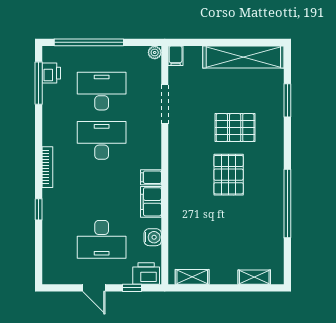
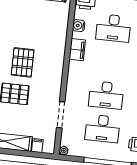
filing cabinet: (176, 56) -> (37, 146), moved
filing cabinet: (151, 177) -> (75, 66), removed
desk: (102, 239) -> (113, 28), turned 180

